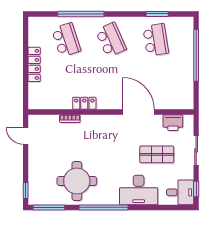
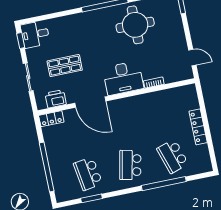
school desk: (111, 40) -> (130, 165), turned 36
locker: (84, 103) -> (51, 119), moved
desk: (139, 190) -> (123, 78), moved, turned 180

